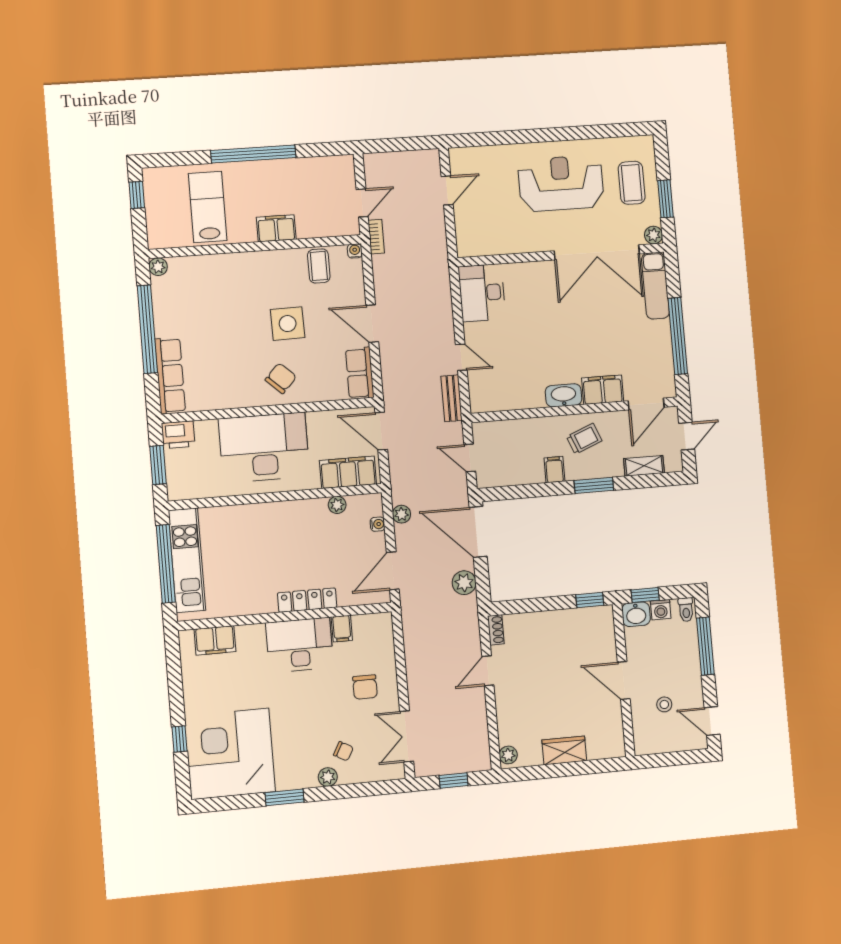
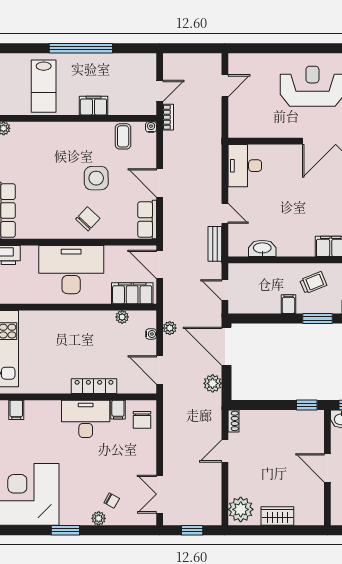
lab bench: (208, 207) -> (44, 86), turned 180
washbasin: (564, 395) -> (262, 248), moved
door: (393, 571) -> (160, 370), hinge flipped
filing cabinet: (215, 640) -> (16, 410), width x0.50
chair: (365, 687) -> (142, 420), moved
plant: (508, 755) -> (241, 509), width x1.87, depth x1.87

